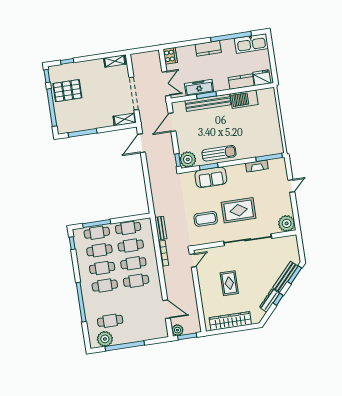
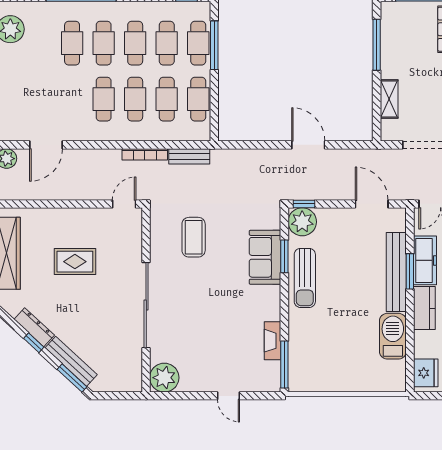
kitchen counter: (241, 82) -> (424, 308), moved
shelving: (125, 119) -> (389, 99), moved
door: (141, 143) -> (308, 145), moved
rug: (239, 210) -> (200, 297), removed
door: (193, 260) -> (124, 204), swing flipped
cafe table: (110, 321) -> (72, 43), moved

